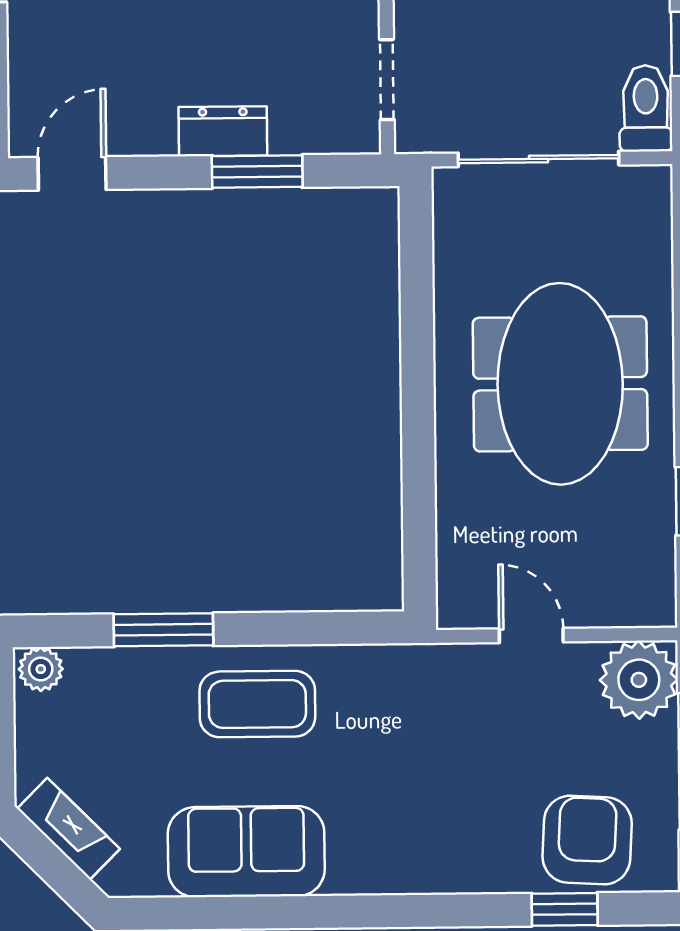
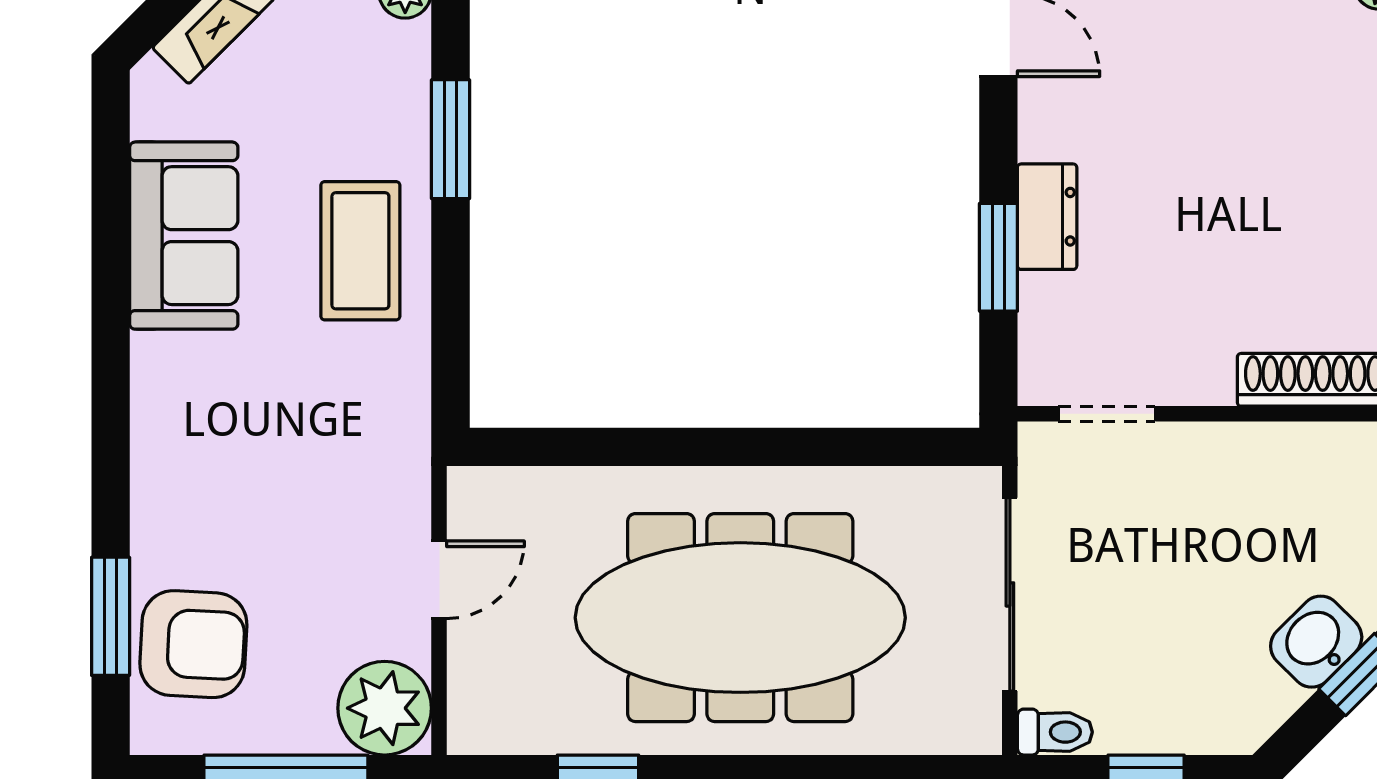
toilet: (646, 108) -> (1055, 732), width x0.73, depth x0.72
meeting table: (560, 384) -> (740, 618), width x1.36
window: (565, 909) -> (111, 616), width x1.50

